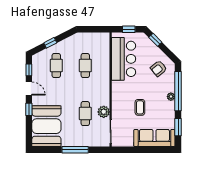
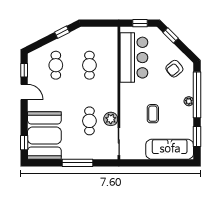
window: (50, 43) -> (62, 32), moved
window: (29, 109) -> (24, 143), moved

